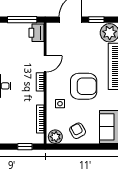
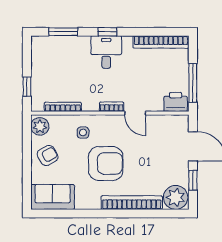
armchair: (84, 86) -> (106, 164), turned -90

